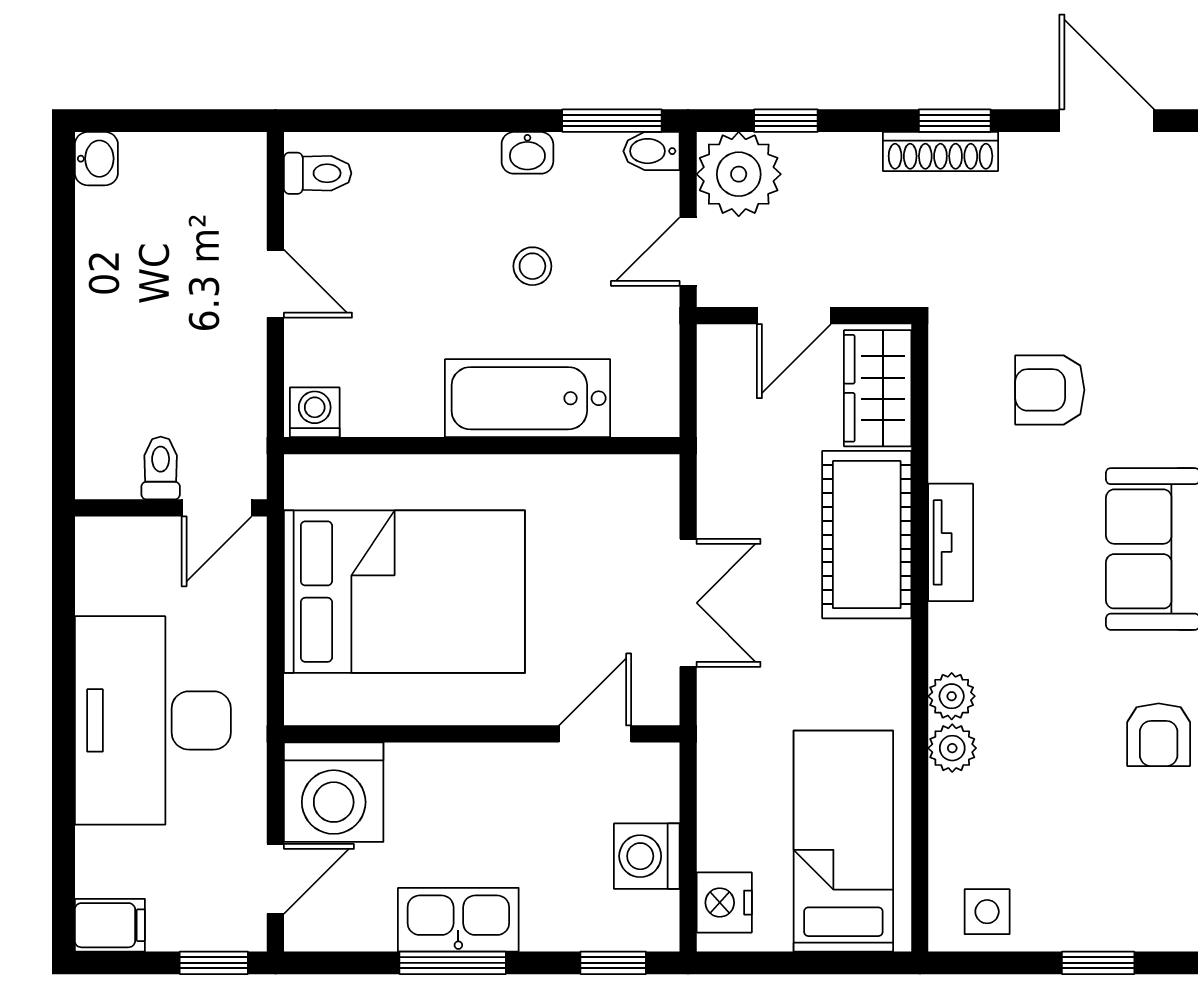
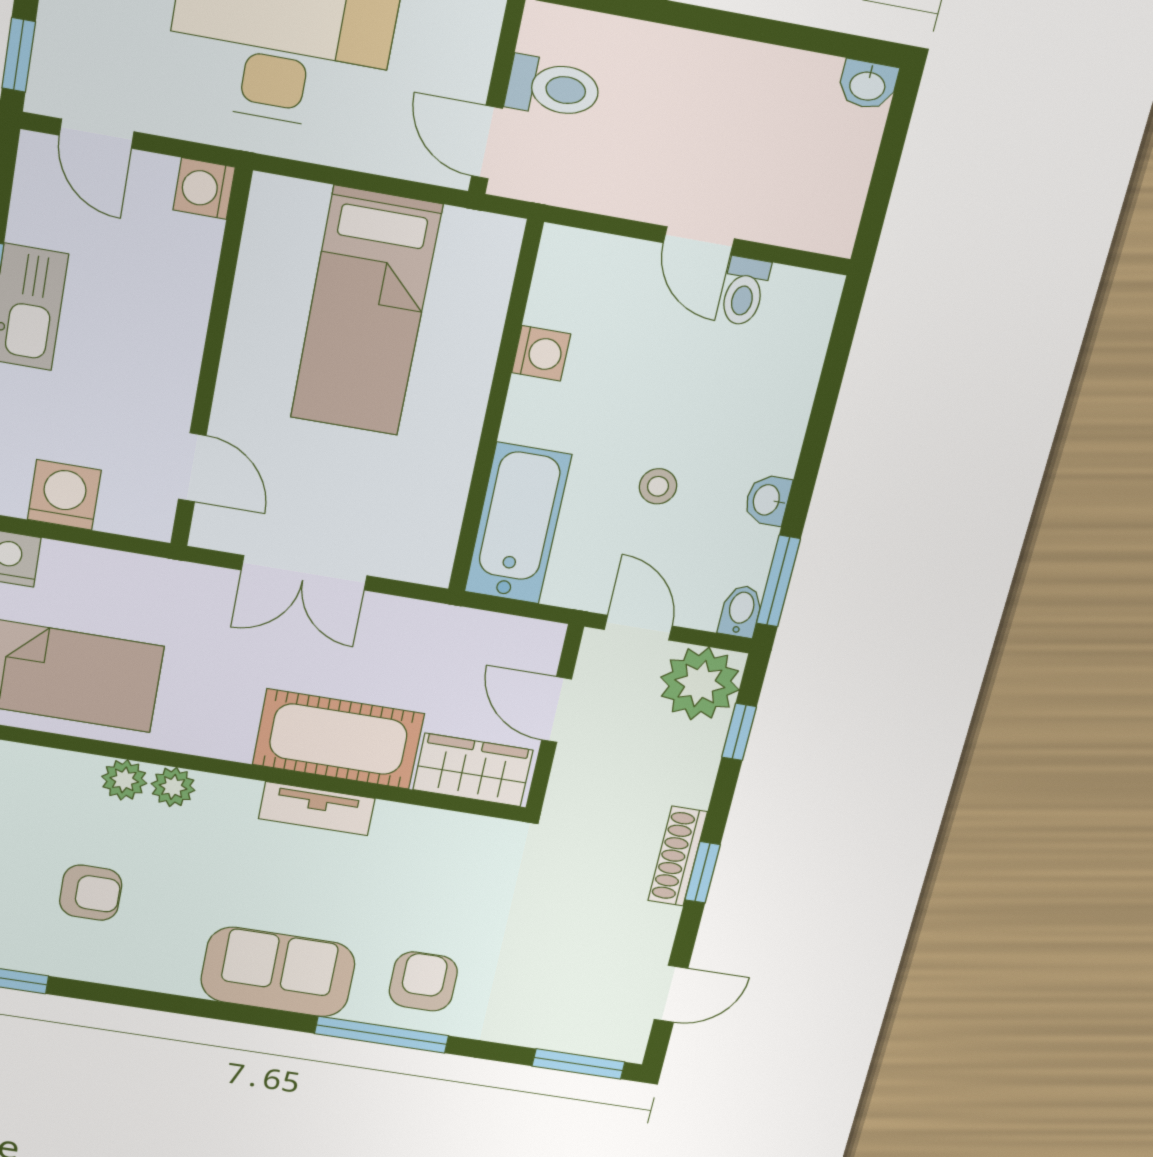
door: (1107, 121) -> (671, 994), width x0.73
toilet: (318, 173) -> (744, 291), moved
door: (275, 284) -> (699, 241), hinge flipped
armchair: (1050, 390) -> (423, 981), moved
bathtub: (528, 398) -> (518, 524), moved
washing machine: (315, 412) -> (541, 353), moved
toilet: (161, 468) -> (553, 88), width x1.37, depth x1.39
bed: (404, 592) -> (366, 312), width x0.67
armchair: (1159, 735) -> (91, 893), moved, turned 180
washing machine: (334, 792) -> (204, 189), width x0.53, depth x0.53

